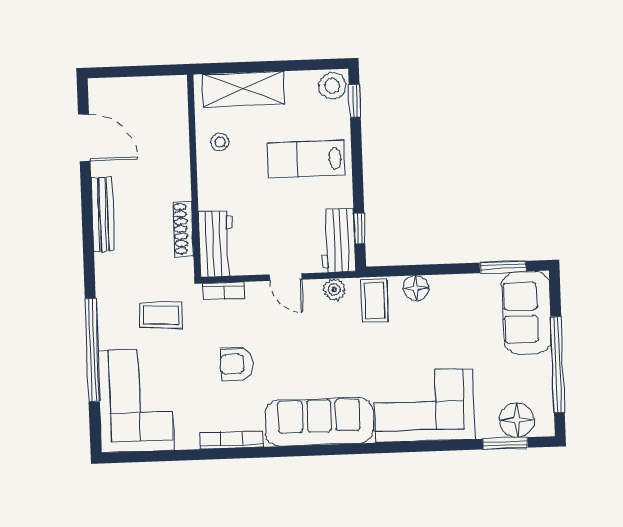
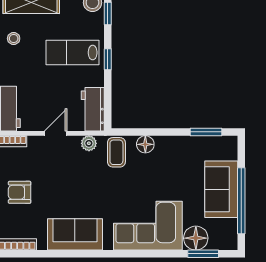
window: (359, 228) -> (108, 59), moved
door: (286, 277) -> (56, 133), swing flipped
sofa: (527, 312) -> (221, 189), moved
floor lamp: (517, 420) -> (196, 238), moved
sofa: (319, 422) -> (75, 234), width x0.73

